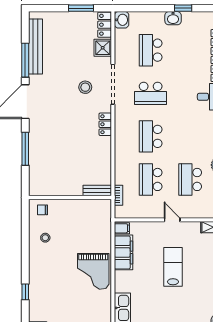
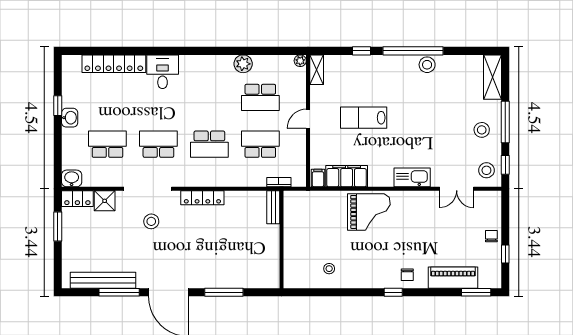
school desk: (151, 50) -> (107, 144), turned 180
school desk: (151, 93) -> (158, 144), turned -90
locker: (105, 124) -> (202, 198), width x1.53
school desk: (151, 179) -> (260, 144), turned 180
chair: (42, 210) -> (407, 275), moved

